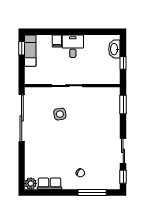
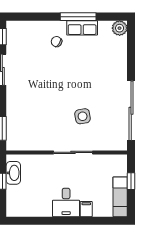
window: (22, 48) -> (131, 181), moved
washbasin: (114, 49) -> (13, 173), moved
row of seats: (50, 184) -> (82, 28), moved
window: (92, 193) -> (78, 17), moved

